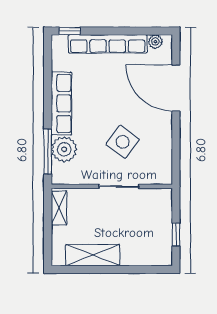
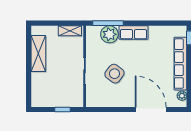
door: (176, 88) -> (151, 109), hinge flipped
row of seats: (61, 103) -> (133, 32), width x0.68
window: (176, 235) -> (62, 109), moved

